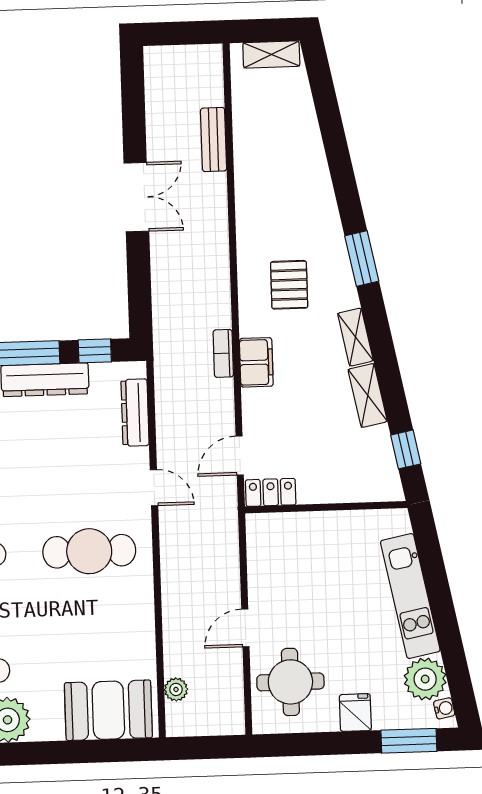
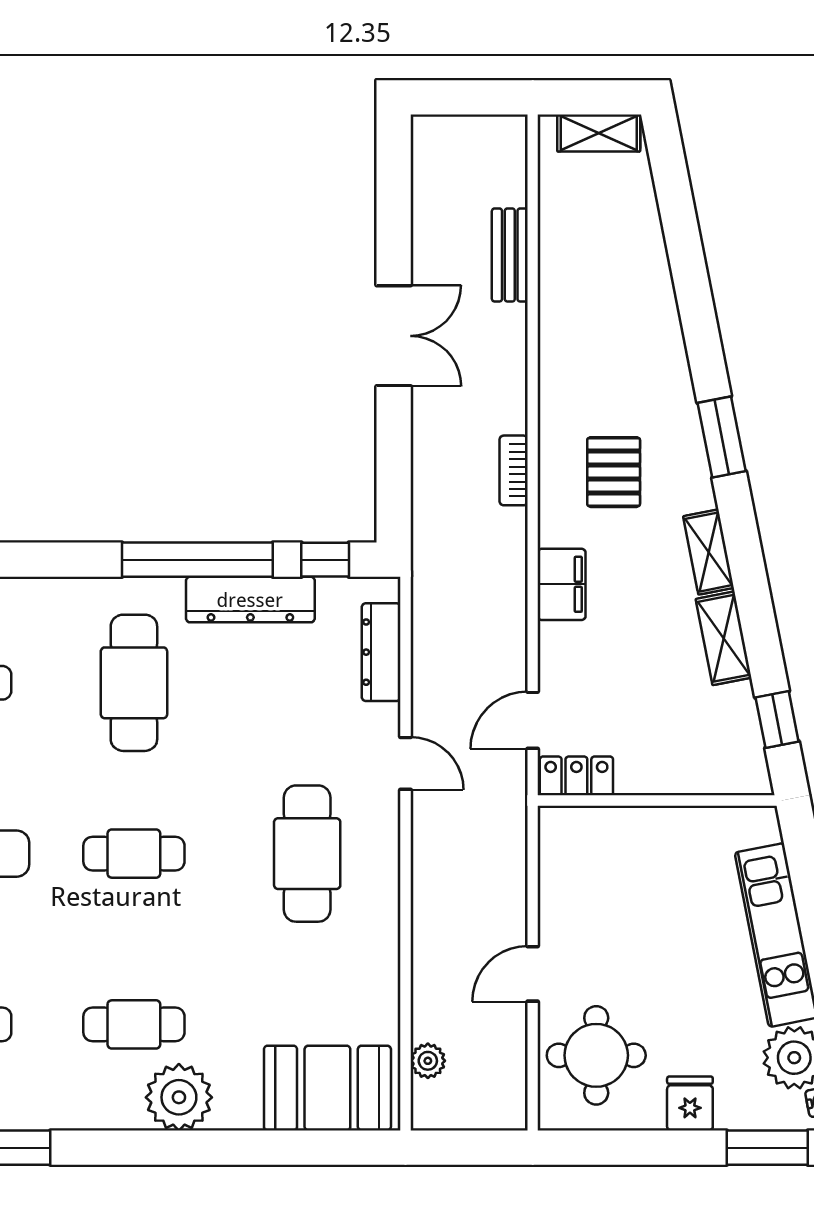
bookcase: (223, 353) -> (514, 470), moved
cafe table: (89, 551) -> (307, 854), turned 90

